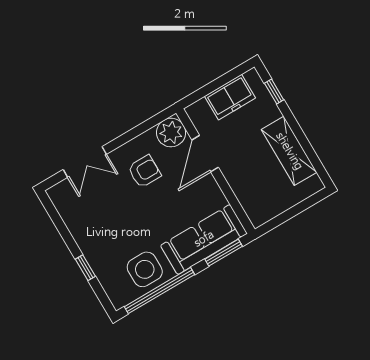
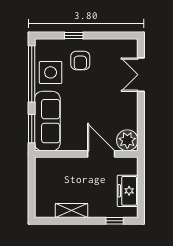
shelving: (289, 151) -> (72, 211), width x0.67, depth x0.75
armchair: (144, 171) -> (80, 60), moved

